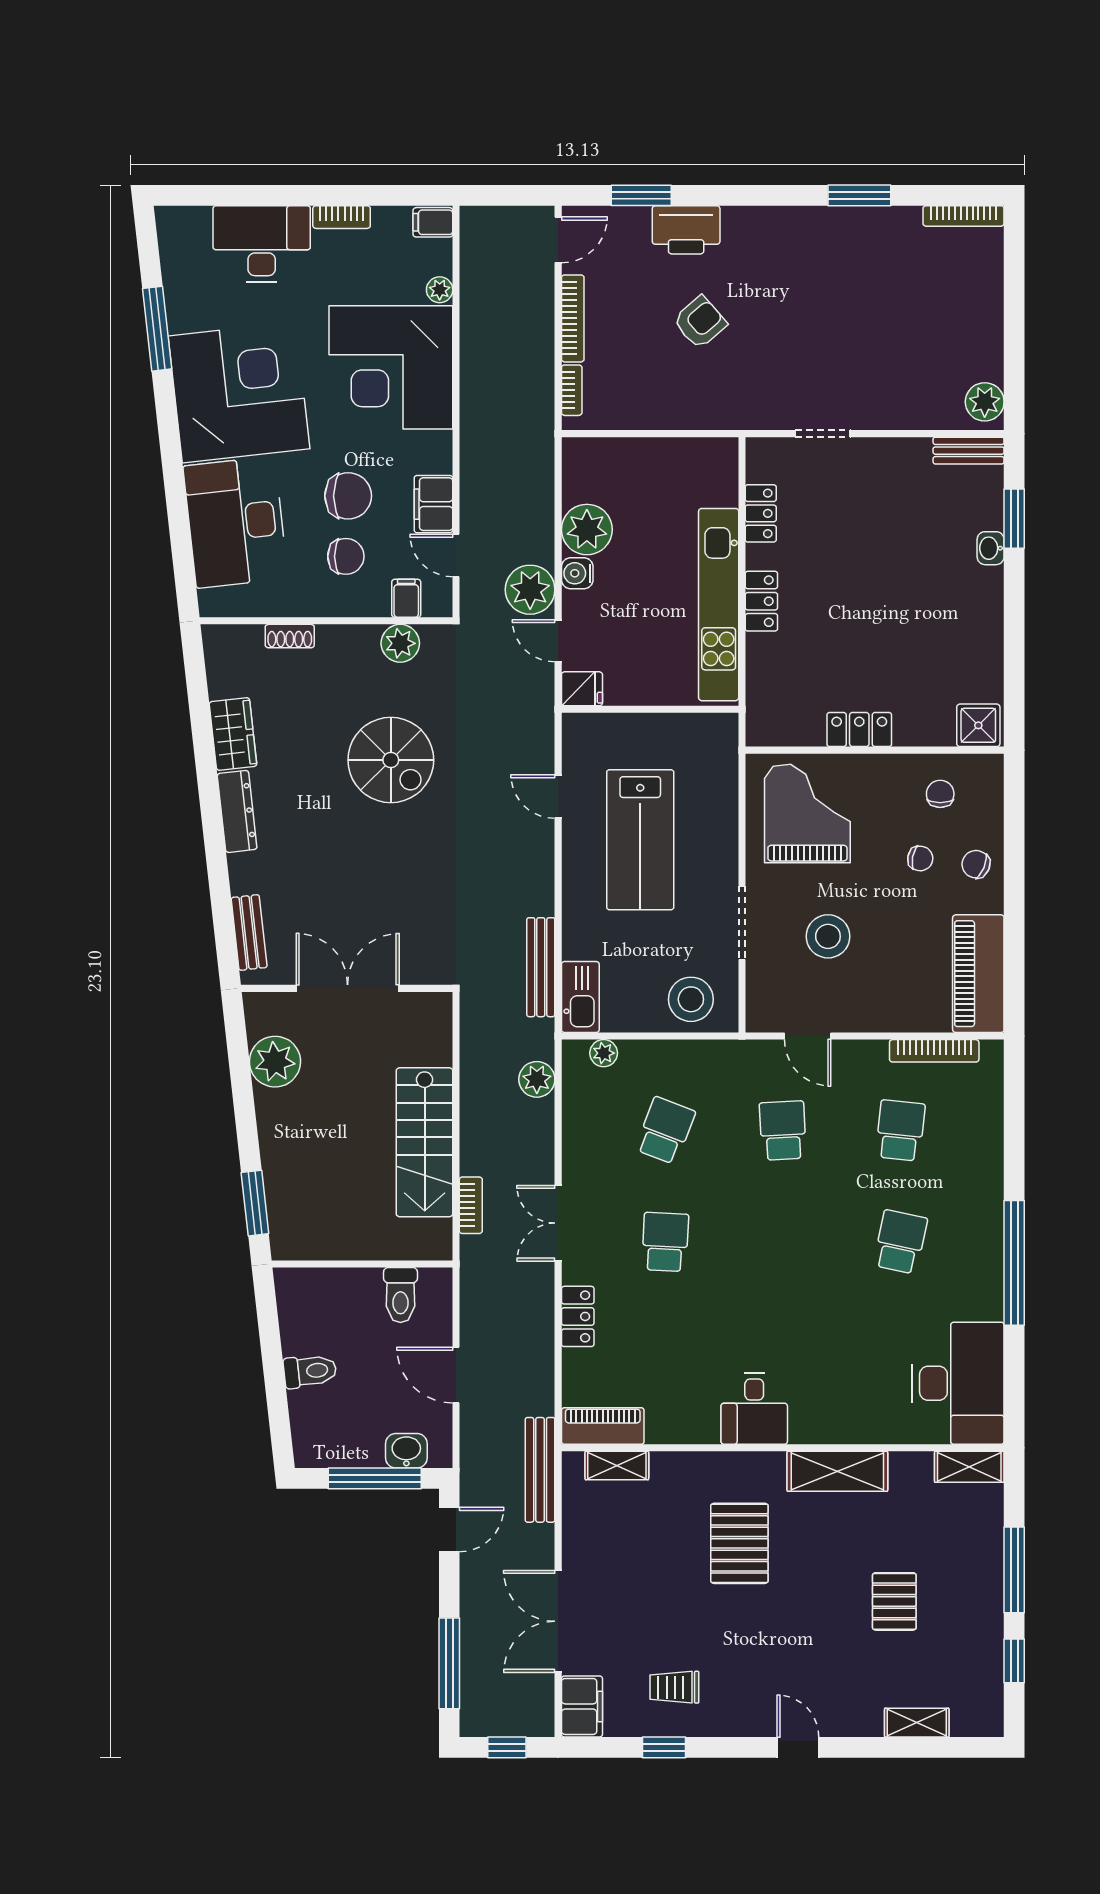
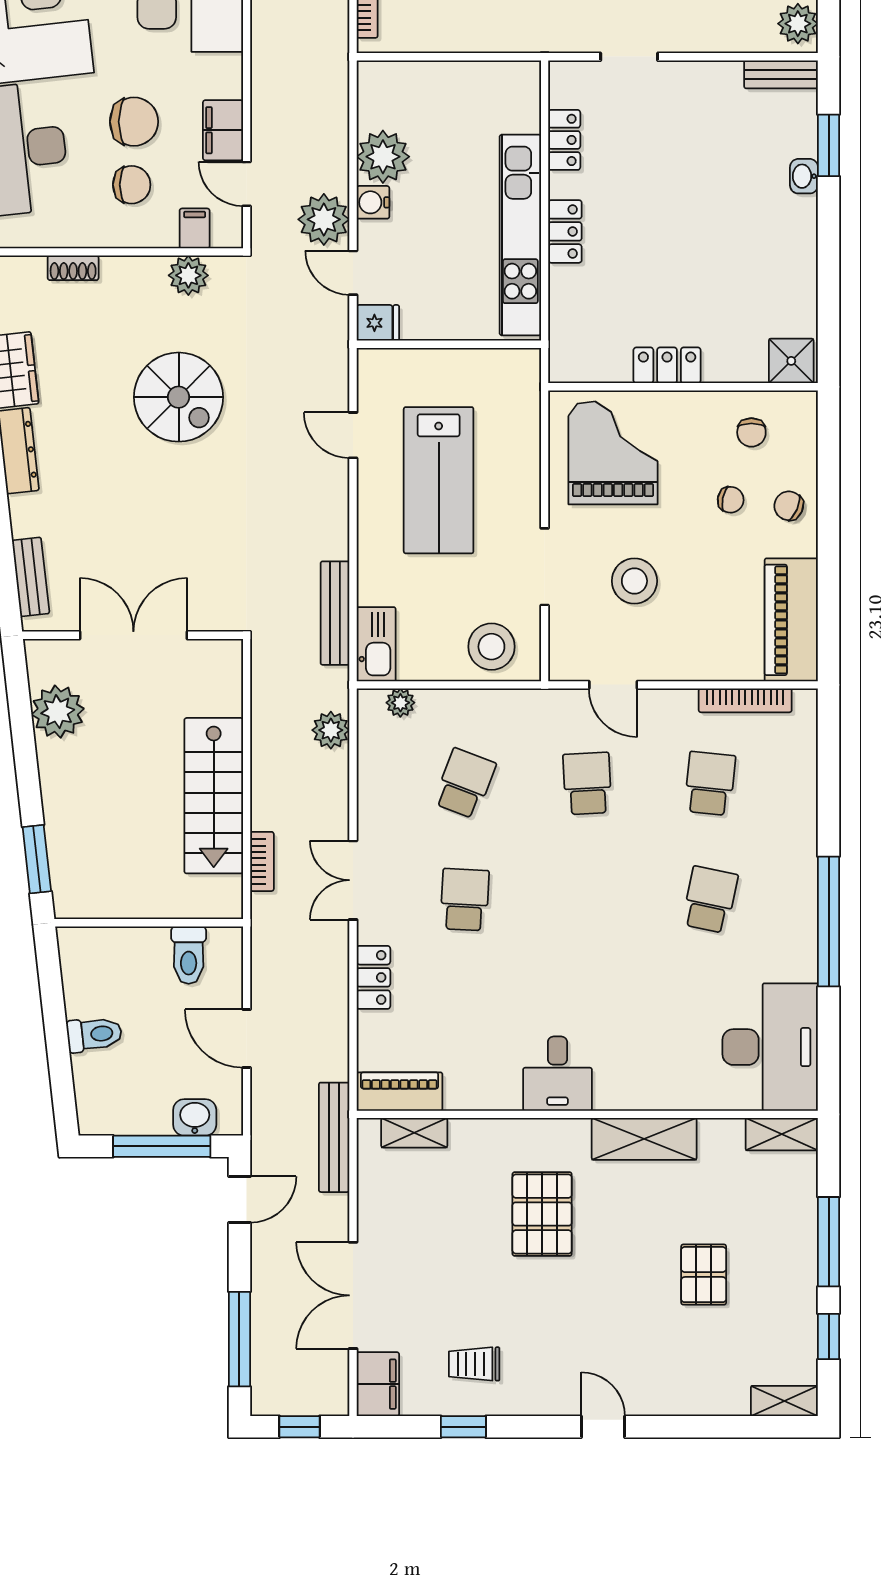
chair: (940, 794) -> (751, 432), turned 180
shelving: (917, 1723) -> (784, 1401), moved

